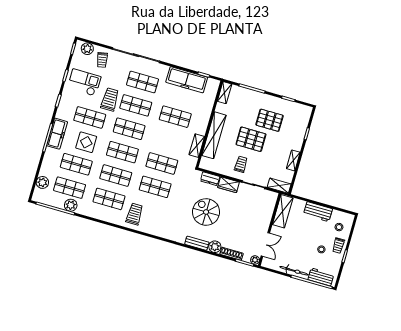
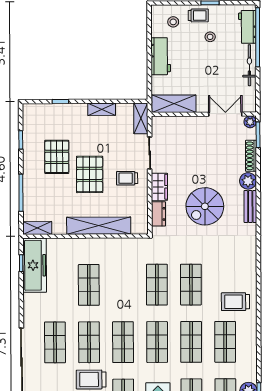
freezer: (187, 80) -> (35, 265), moved
shelving: (197, 146) -> (119, 245), removed

